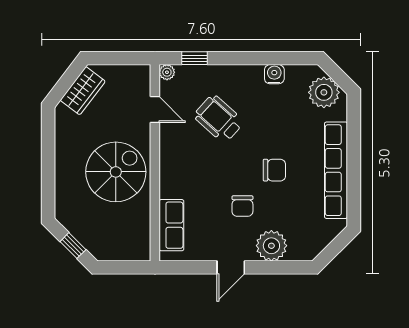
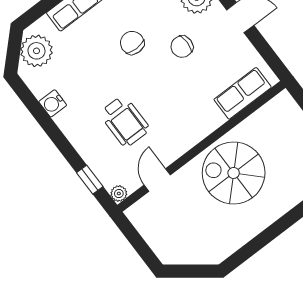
wardrobe: (83, 91) -> (187, 252), removed
wheelchair: (219, 119) -> (125, 121), turned -42
chair: (242, 206) -> (182, 47), turned 180

